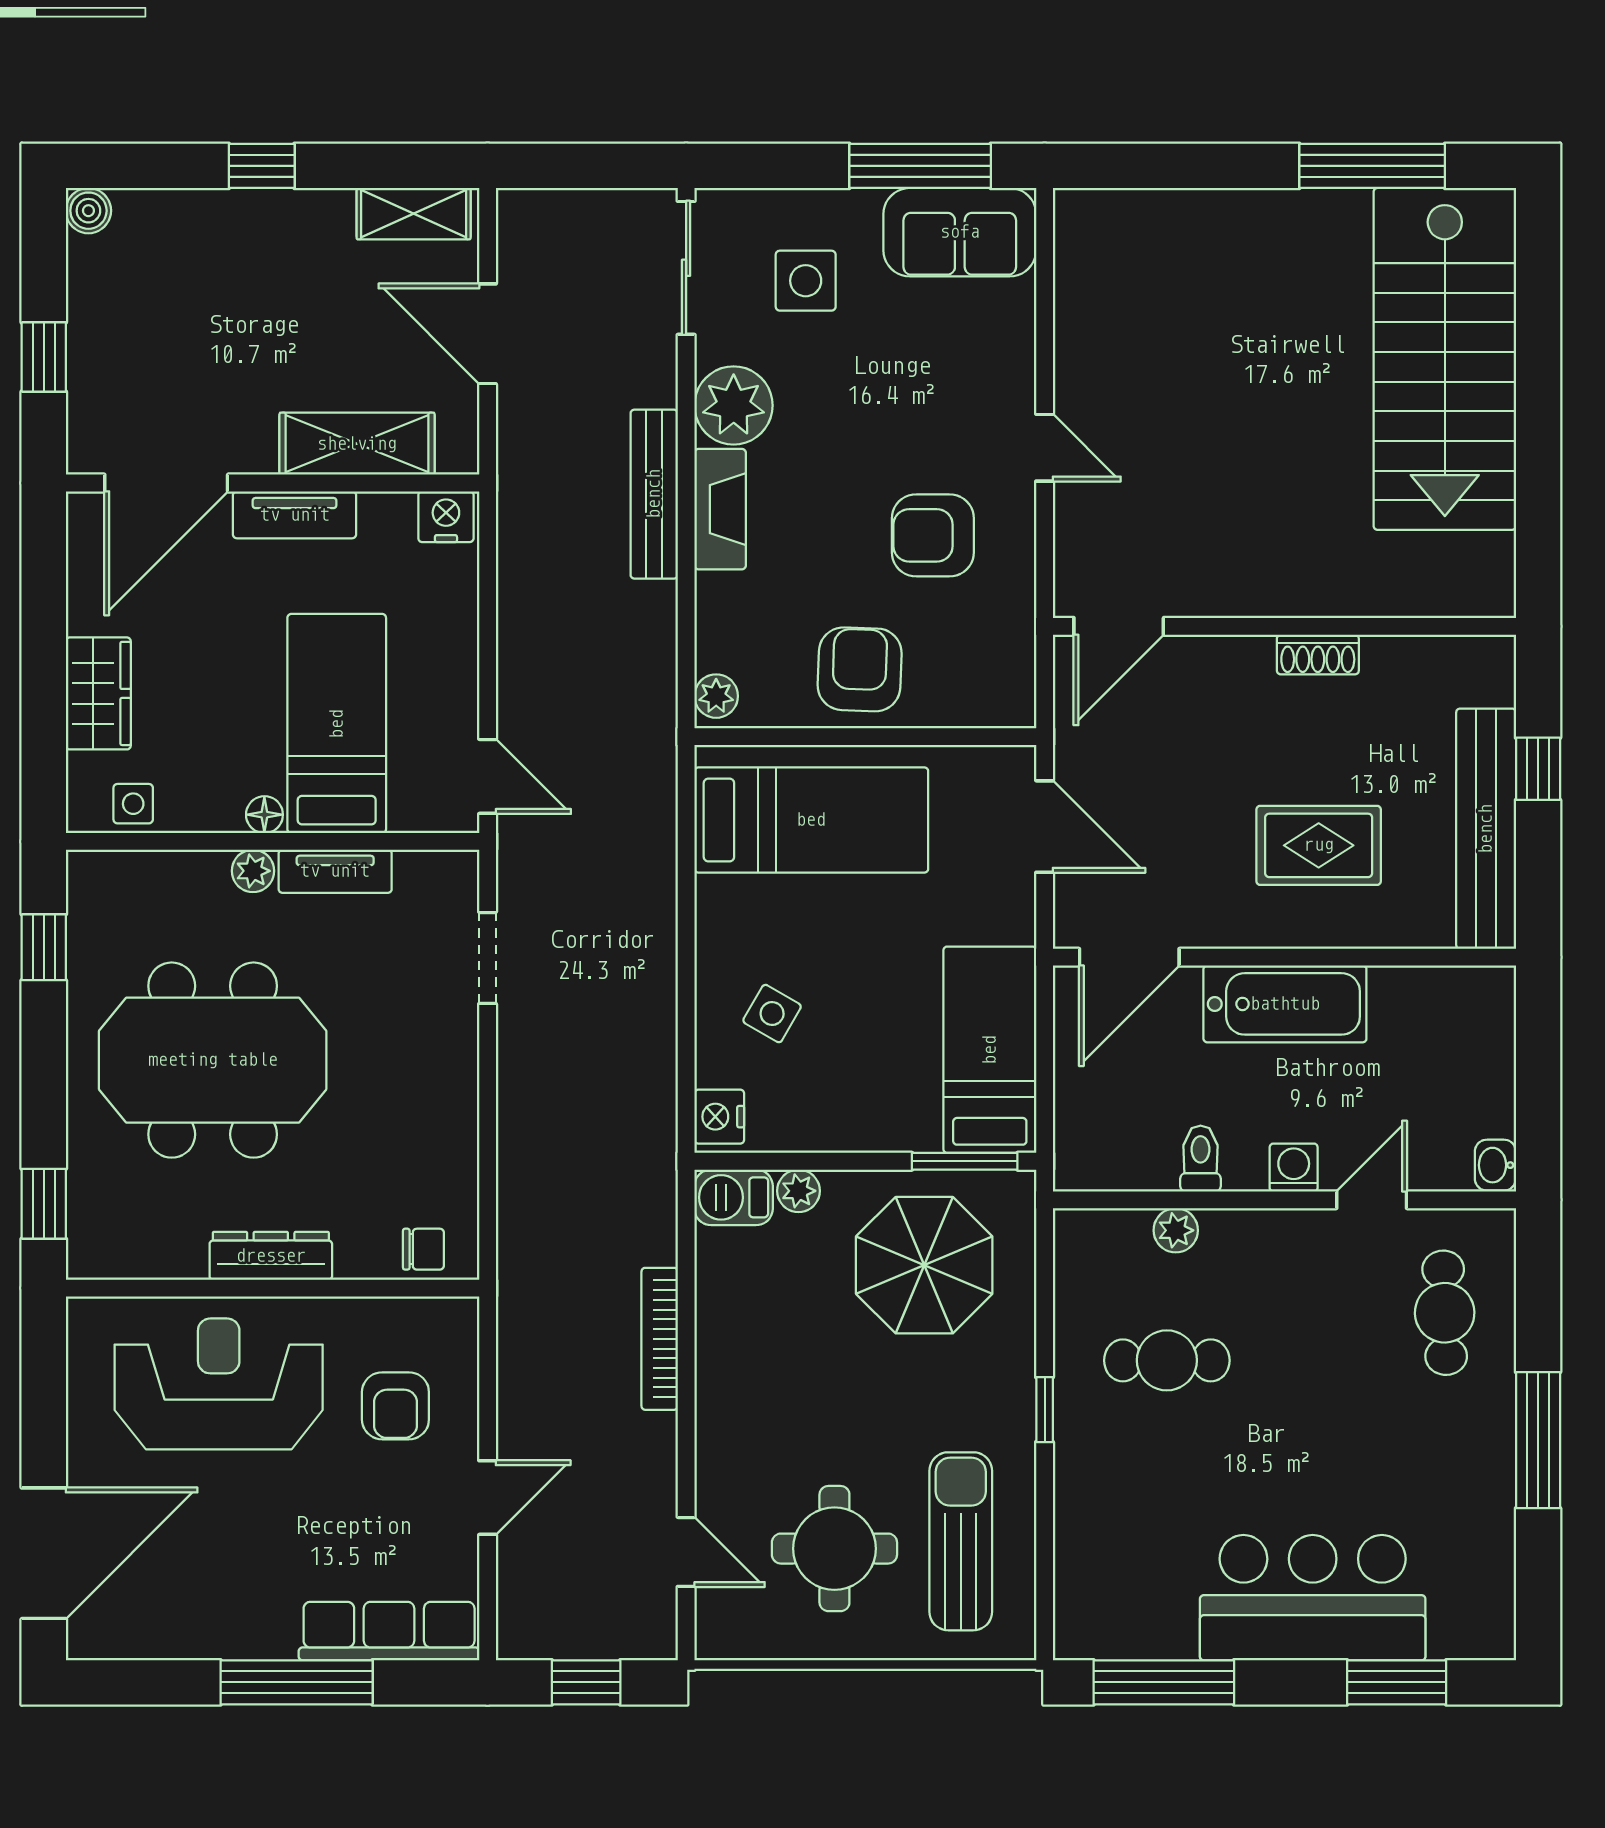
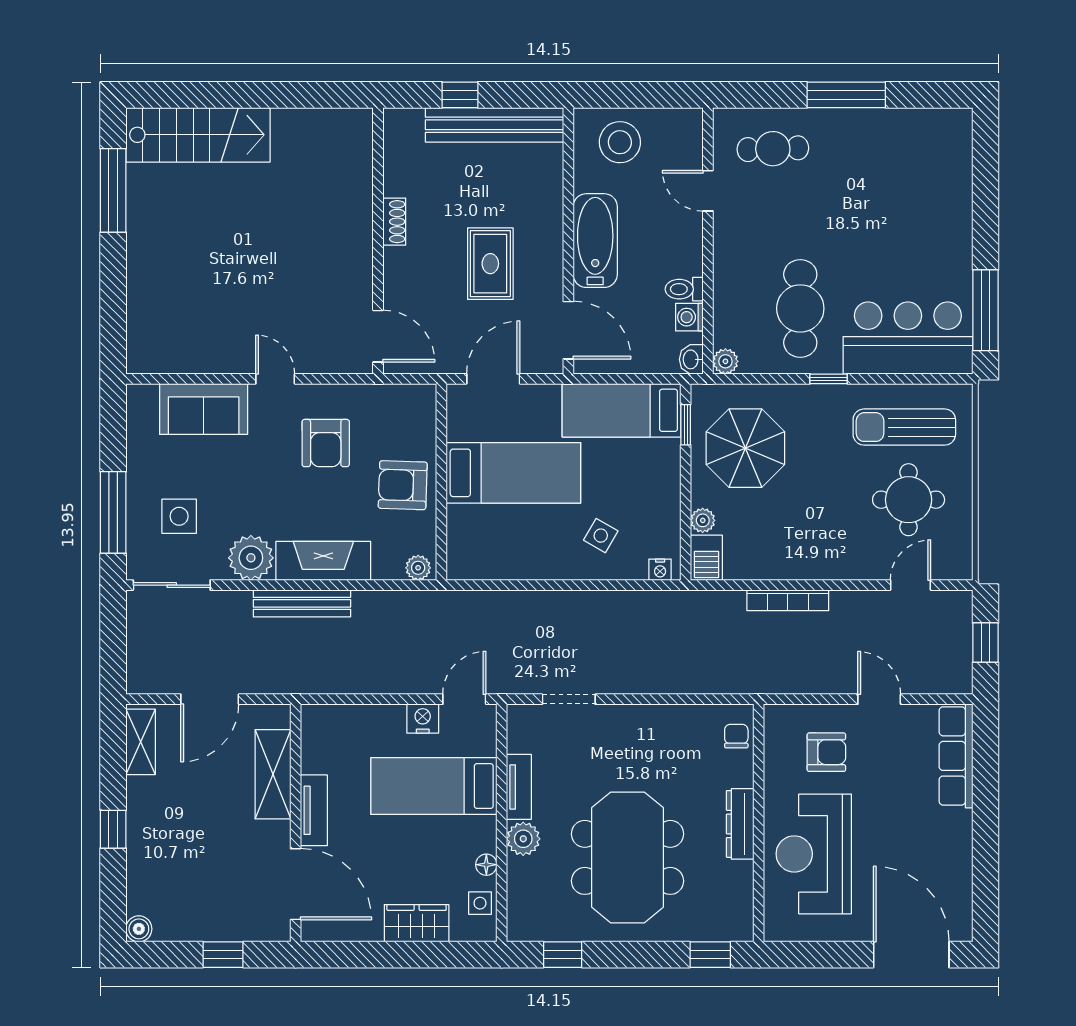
window: (920, 166) -> (113, 512), moved
sofa: (960, 232) -> (204, 409), moved, turned 90
stairs: (1445, 359) -> (198, 135), width x0.73, depth x0.66
door: (1045, 448) -> (275, 379), hinge flipped
fireplace: (720, 509) -> (323, 561), width x1.37, depth x1.32
nightstand: (446, 517) -> (423, 719), moved, turned 90
floor lamp: (264, 815) -> (486, 865), moved
bed: (811, 820) -> (513, 473), moved, turned 90
rug: (1319, 845) -> (490, 264), moved
plant: (253, 871) -> (523, 839), width x1.38, depth x1.38
stool: (1456, 1047) -> (620, 142), added
nightstand: (719, 1117) -> (660, 570), width x0.72, depth x0.74
window: (965, 1161) -> (686, 425), width x0.67
washbasin: (1495, 1165) -> (691, 359), moved, turned 90
washing machine: (1294, 1168) -> (689, 317), moved
plant: (1176, 1230) -> (725, 361), moved
cafe table: (1167, 1360) -> (800, 308), width x1.37, depth x1.35
bar counter: (1313, 1598) -> (908, 338), moved, turned 90
window: (297, 1682) -> (985, 809), removed
window: (1397, 1682) -> (985, 176), removed

